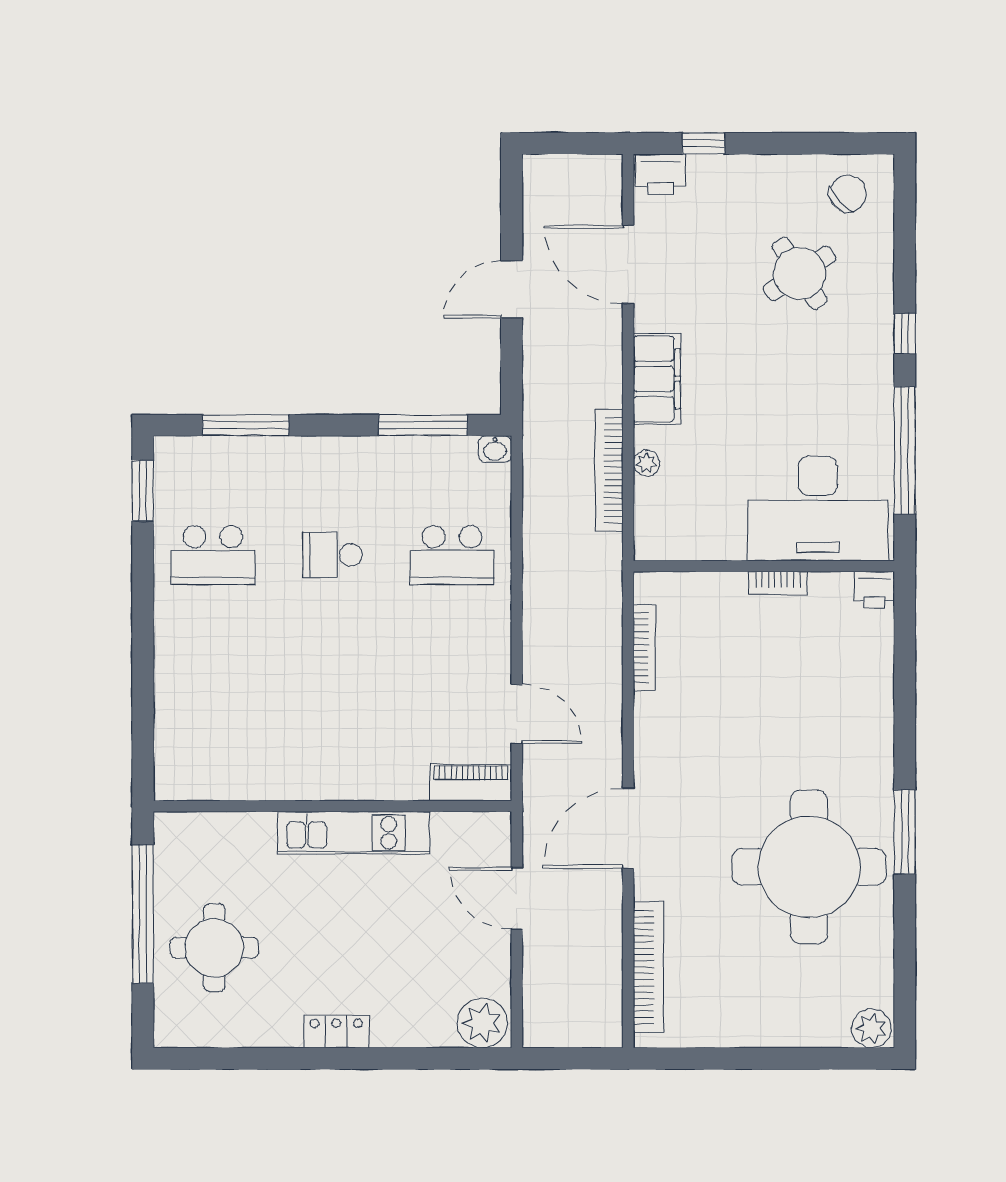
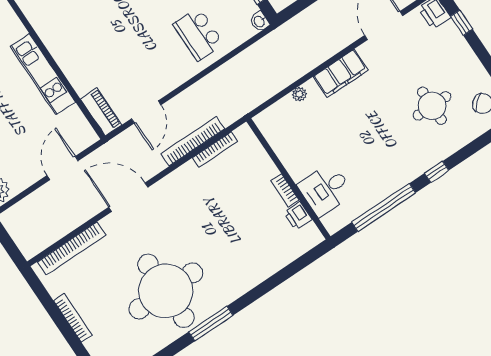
round table: (800, 273) -> (432, 106), turned 33
bookcase: (609, 470) -> (193, 141), moved
desk: (818, 508) -> (325, 189), width x0.53, depth x0.77
printer: (874, 590) -> (298, 216), moved
bookcase: (755, 1036) -> (73, 318), added

